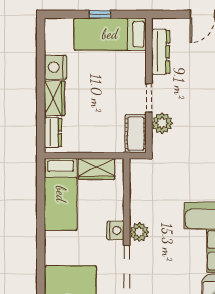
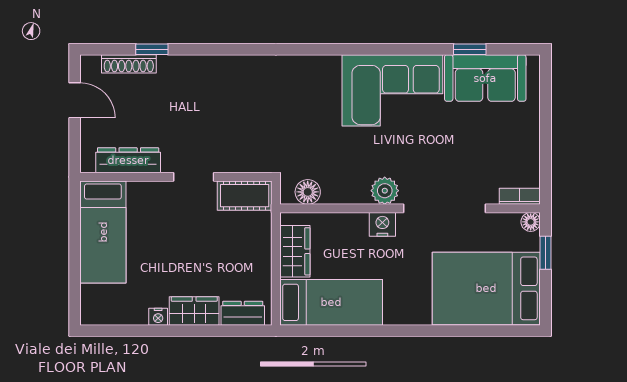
window: (100, 14) -> (75, 247), removed
nightstand: (55, 67) -> (158, 317), width x0.53, depth x0.56
plant: (162, 123) -> (230, 158), removed
floor lamp: (138, 178) -> (308, 192), added

